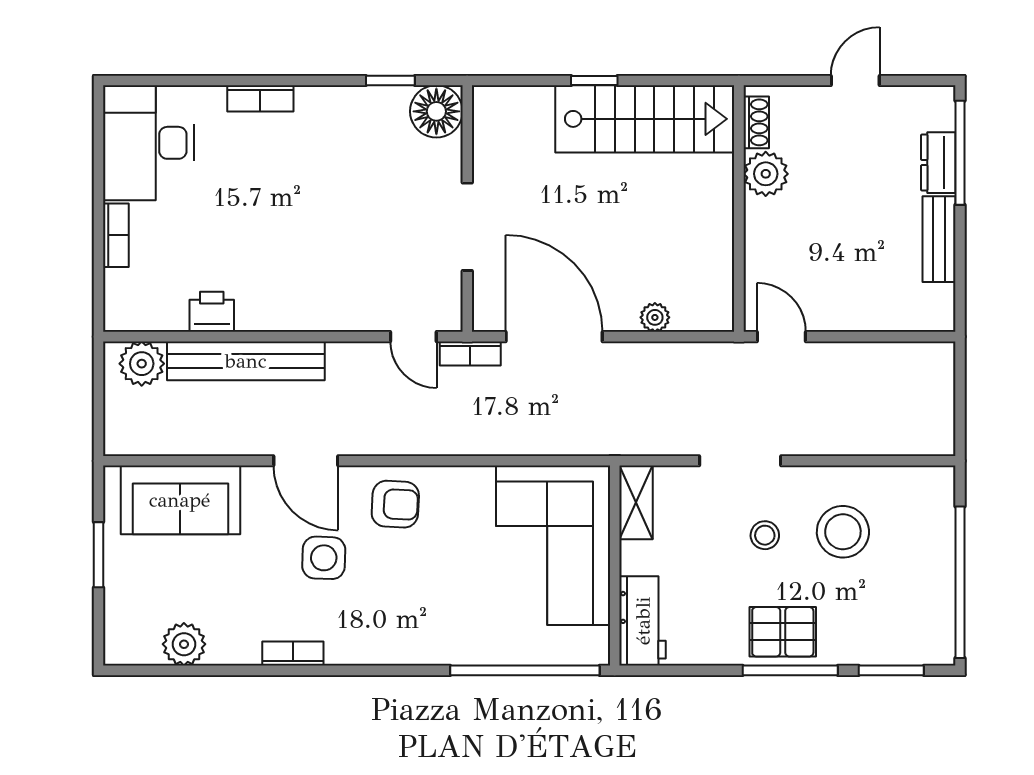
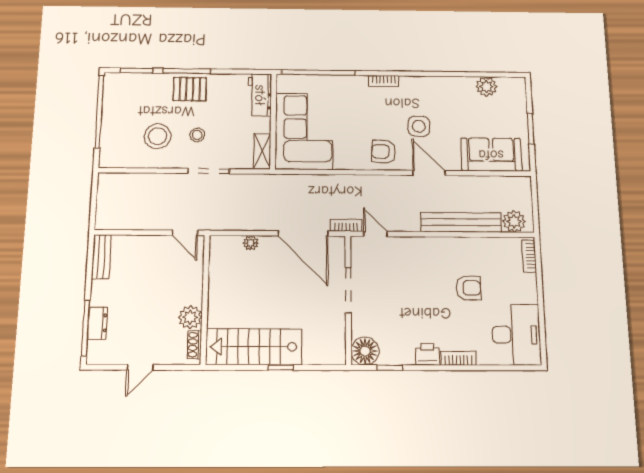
armchair: (236, 232) -> (468, 288), added
bookcase: (116, 235) -> (529, 256), moved
bench: (939, 239) -> (101, 257), moved
printer: (212, 312) -> (427, 354), moved, turned 180
bookcase: (293, 654) -> (384, 81), moved

